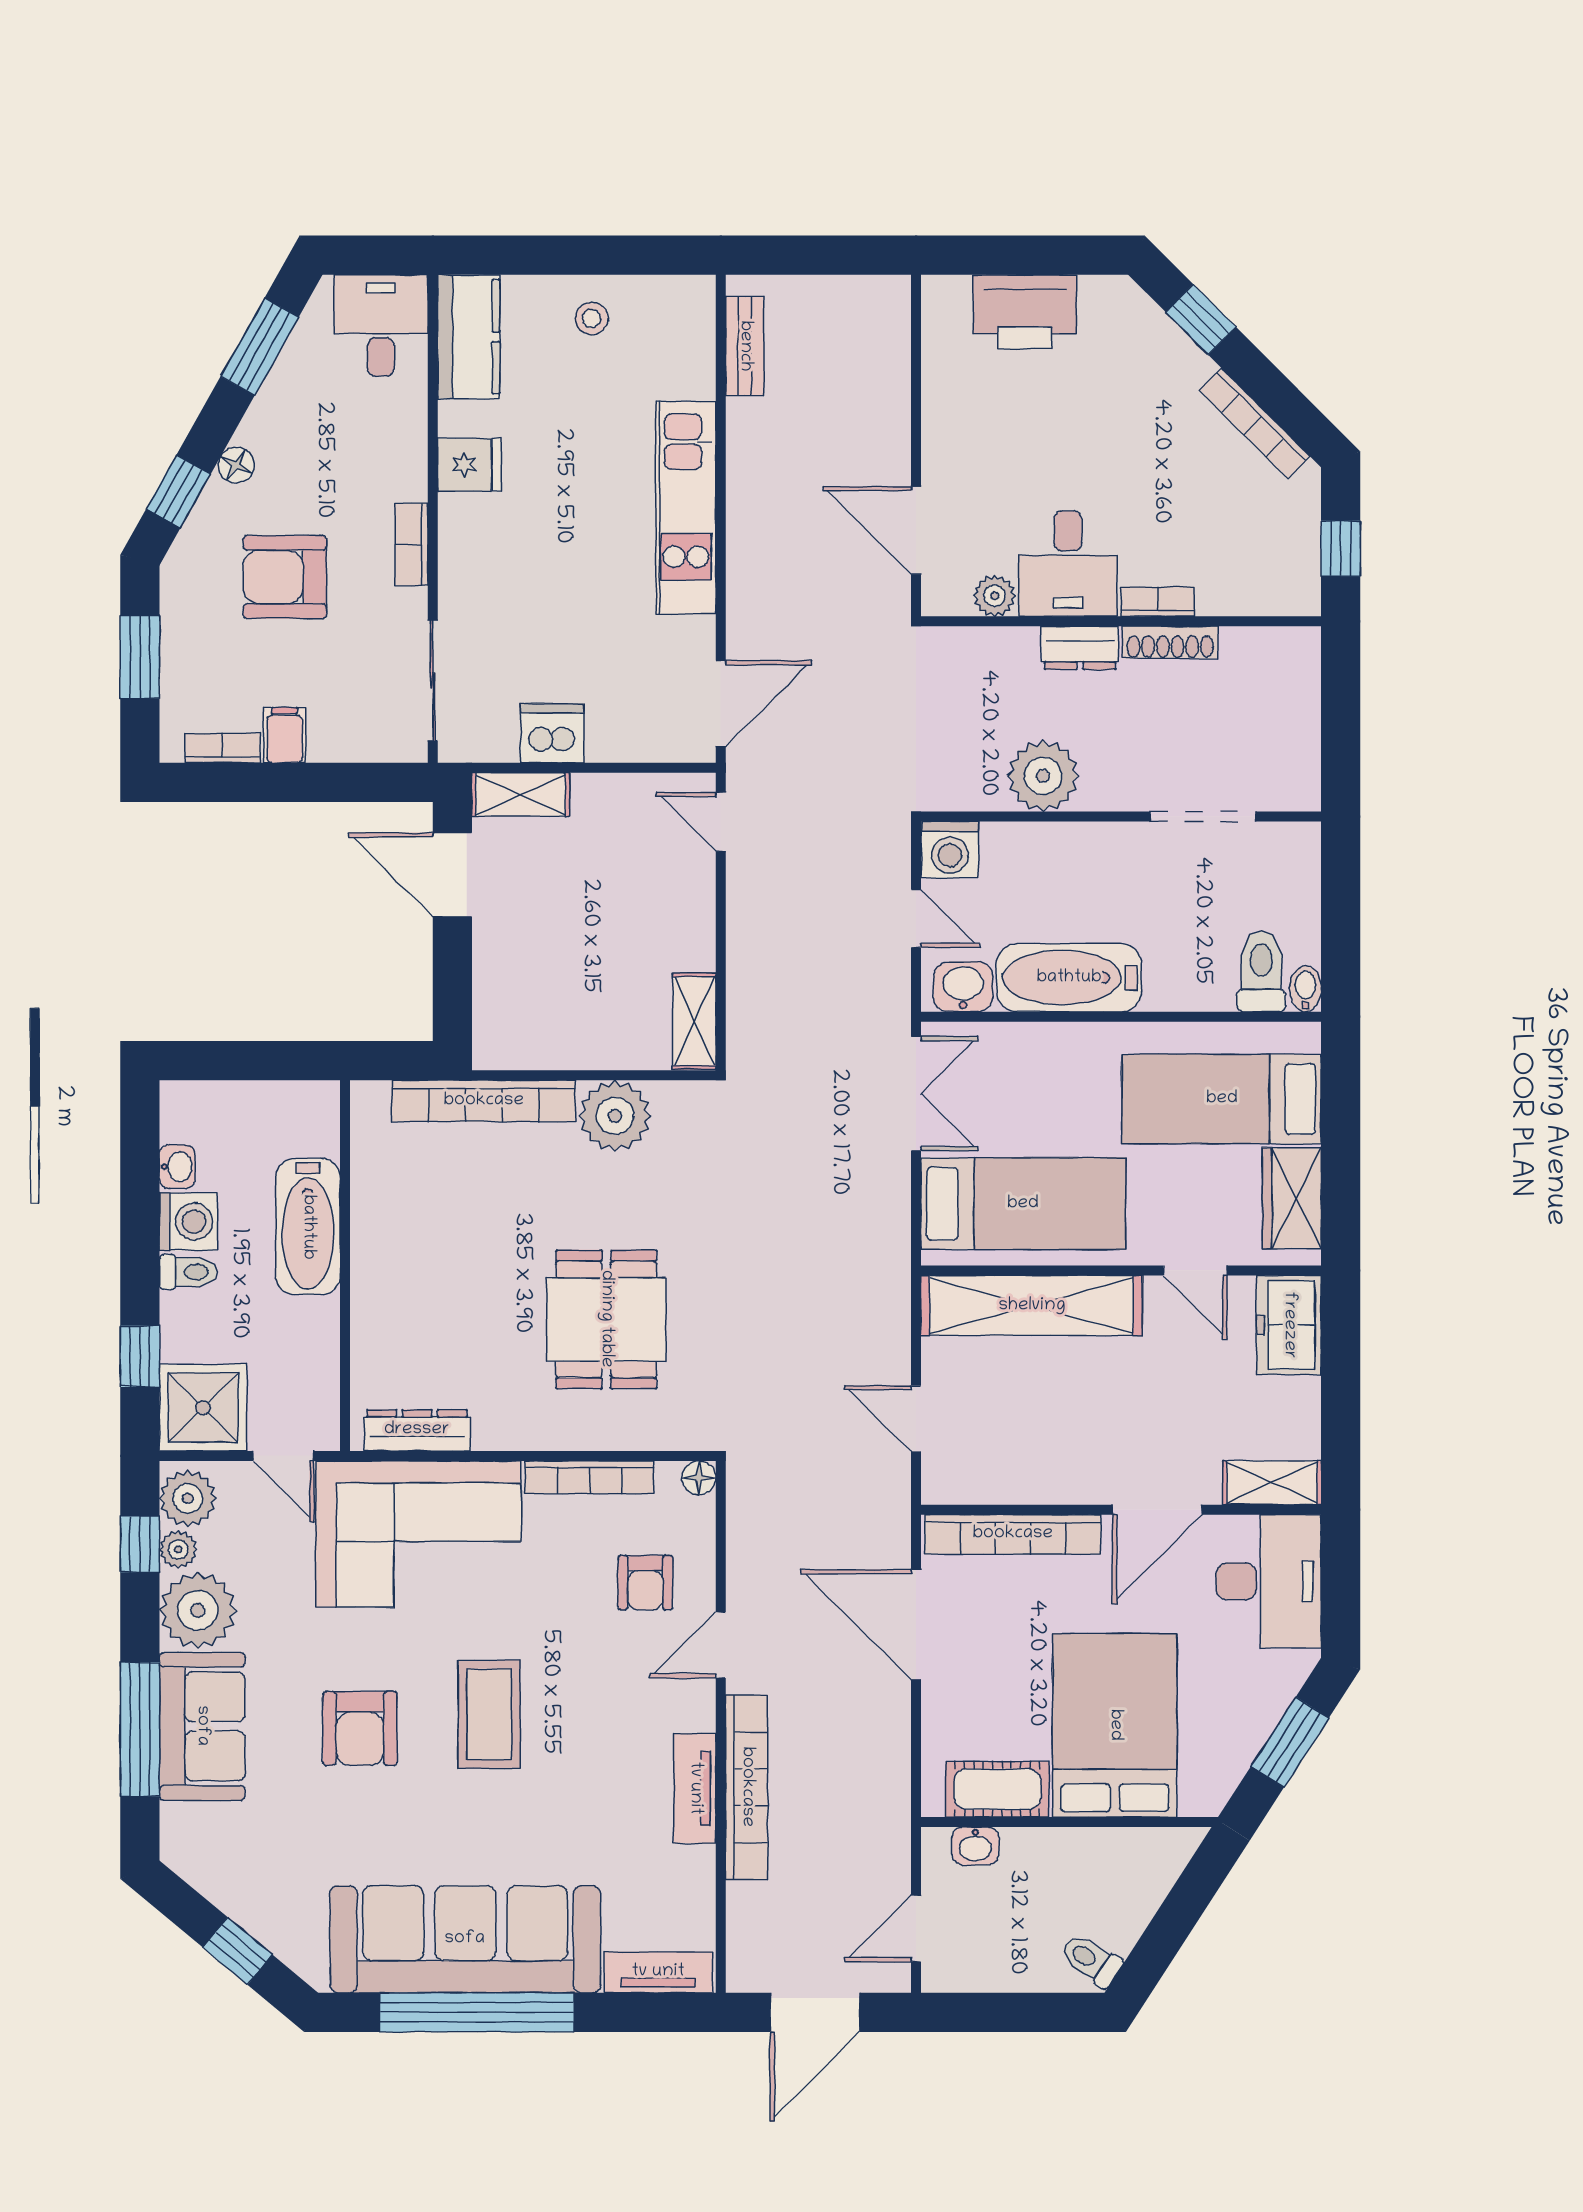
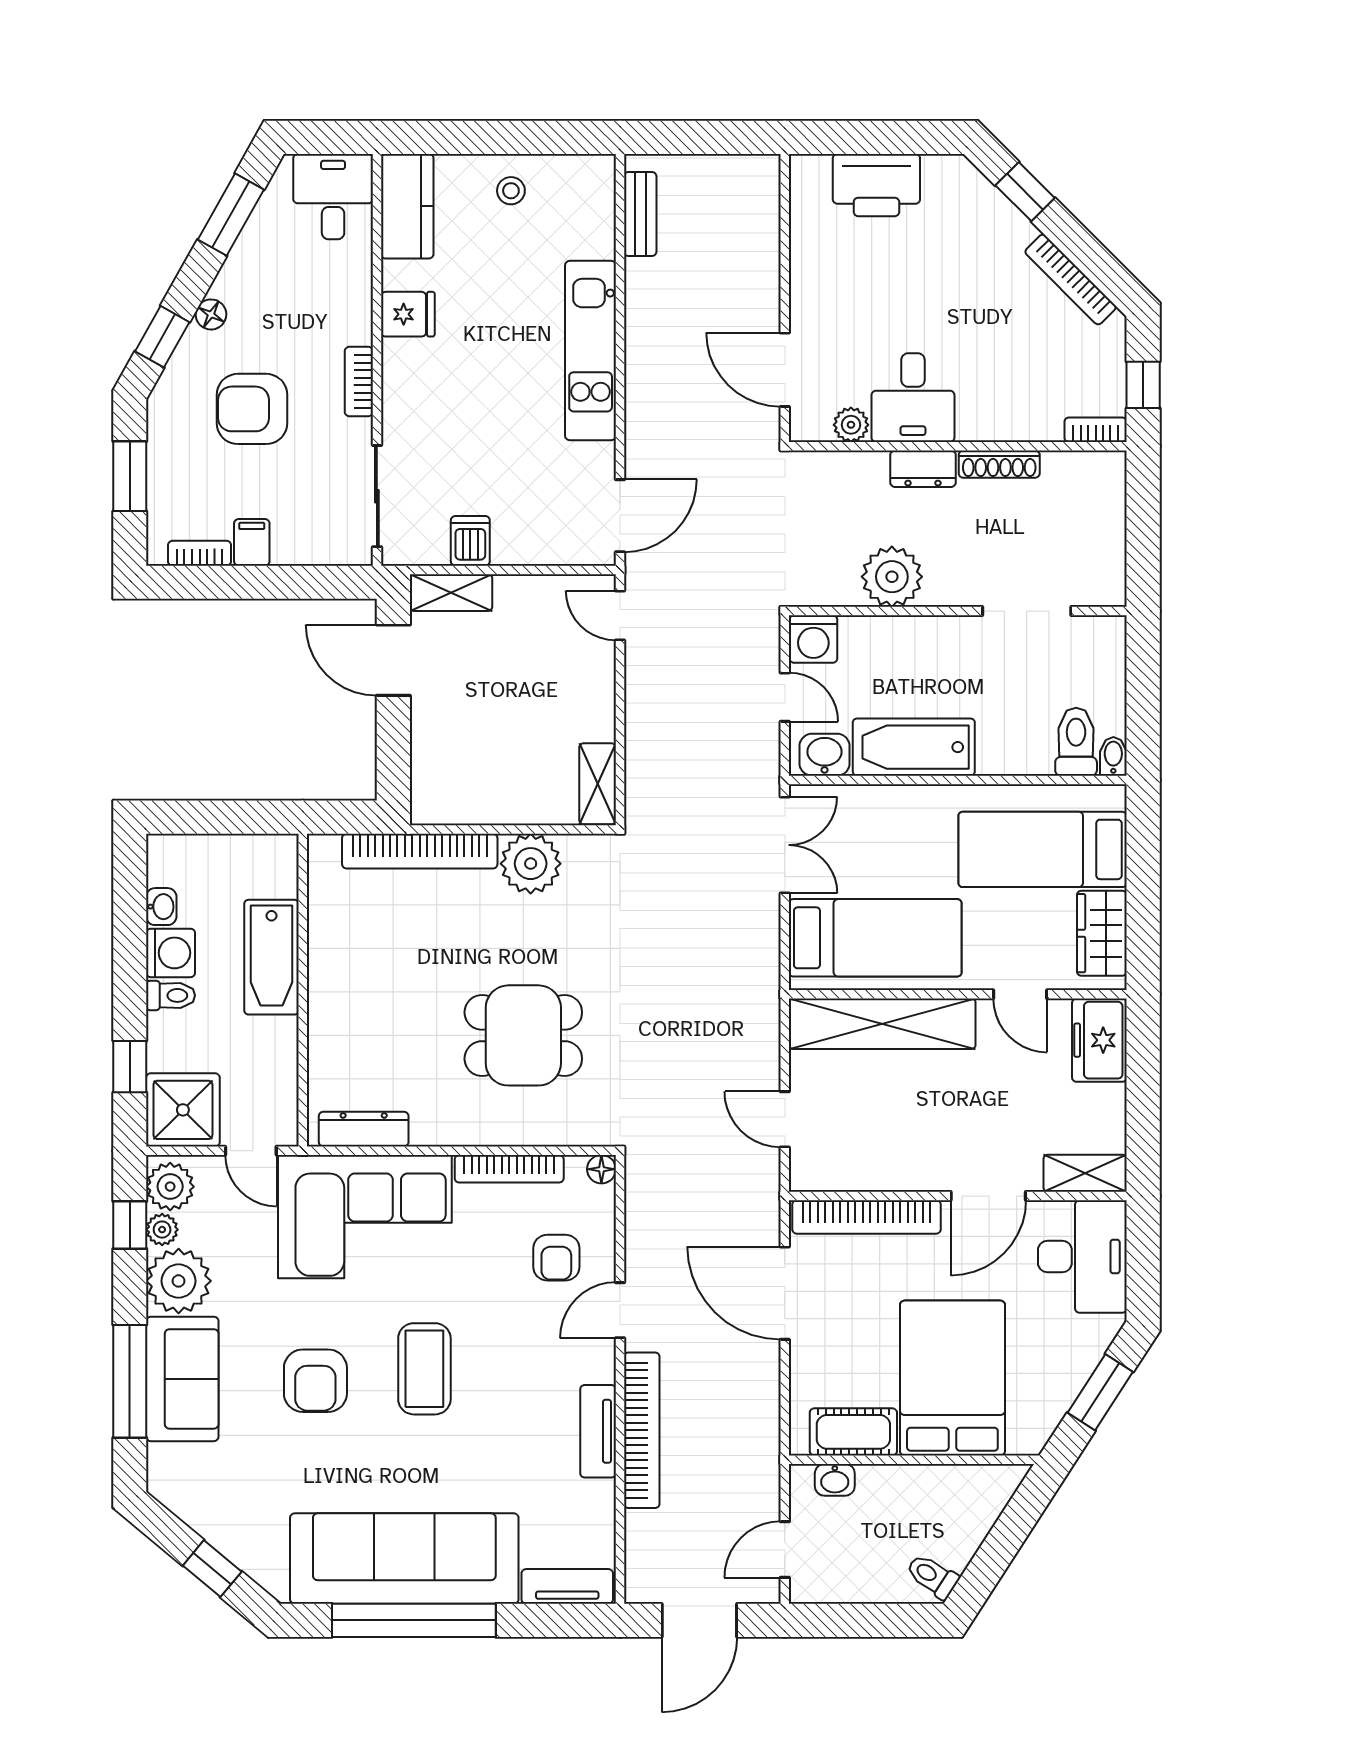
bookcase: (1158, 602) -> (1096, 430), moved
dishwasher: (552, 733) -> (470, 541), width x0.73
dining table: (606, 1319) -> (523, 1035), turned 90

